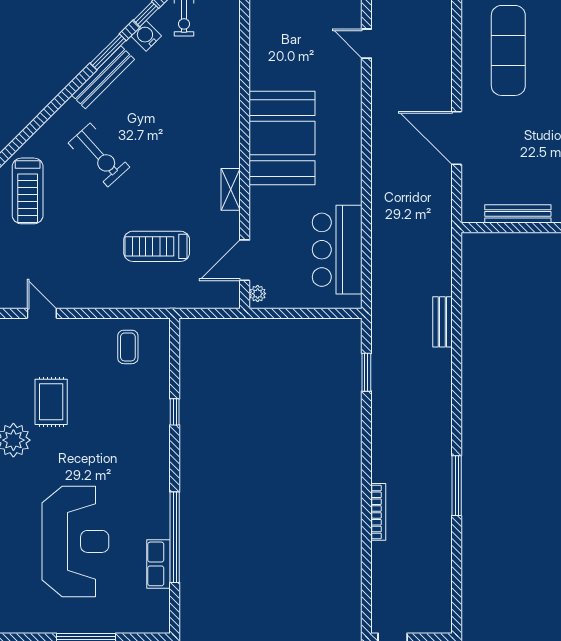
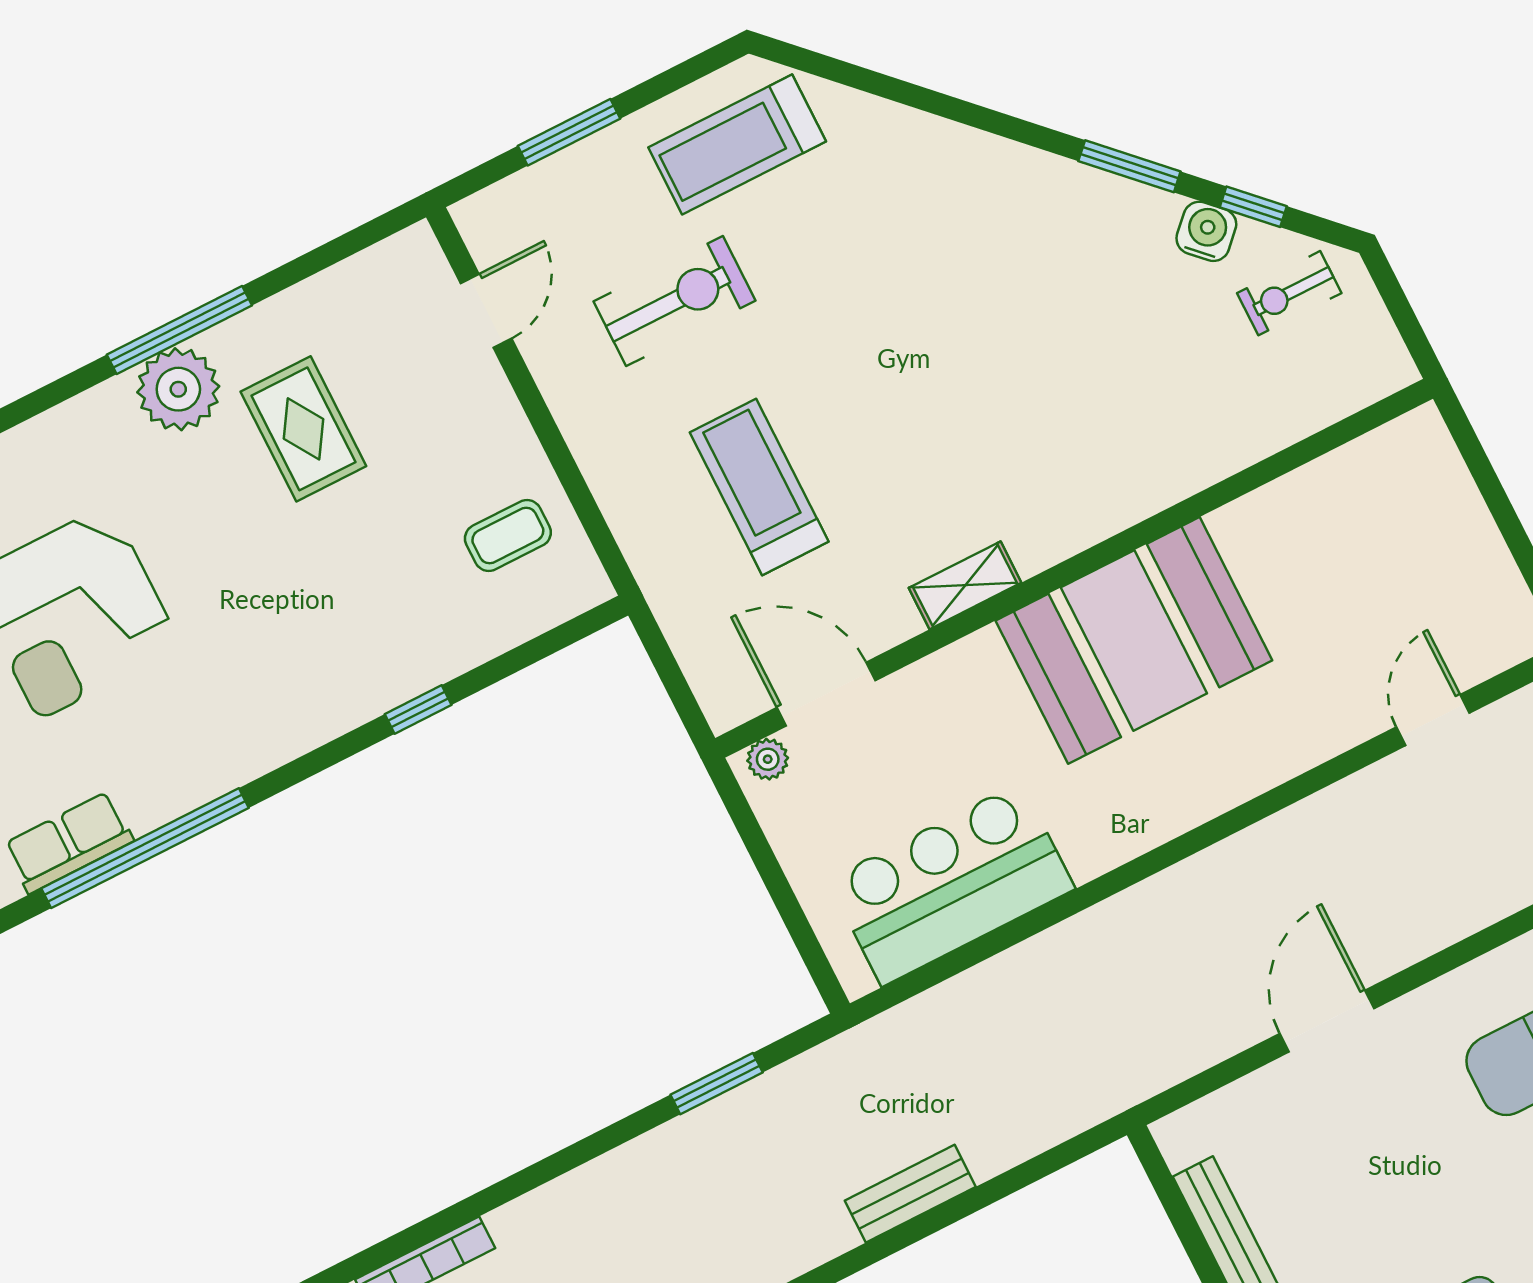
bench: (103, 77) -> (1068, 183), removed
door: (457, 138) -> (1327, 1021), width x0.73
exercise bike: (99, 155) -> (675, 301), moved, turned -138
rug: (51, 402) -> (303, 429), turned 90

